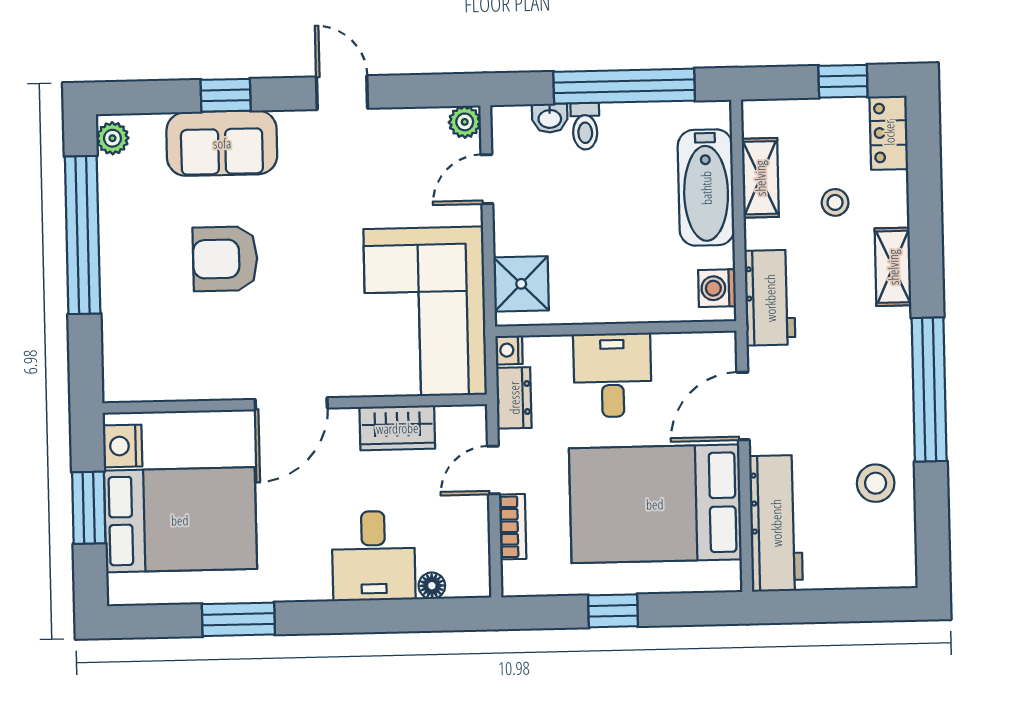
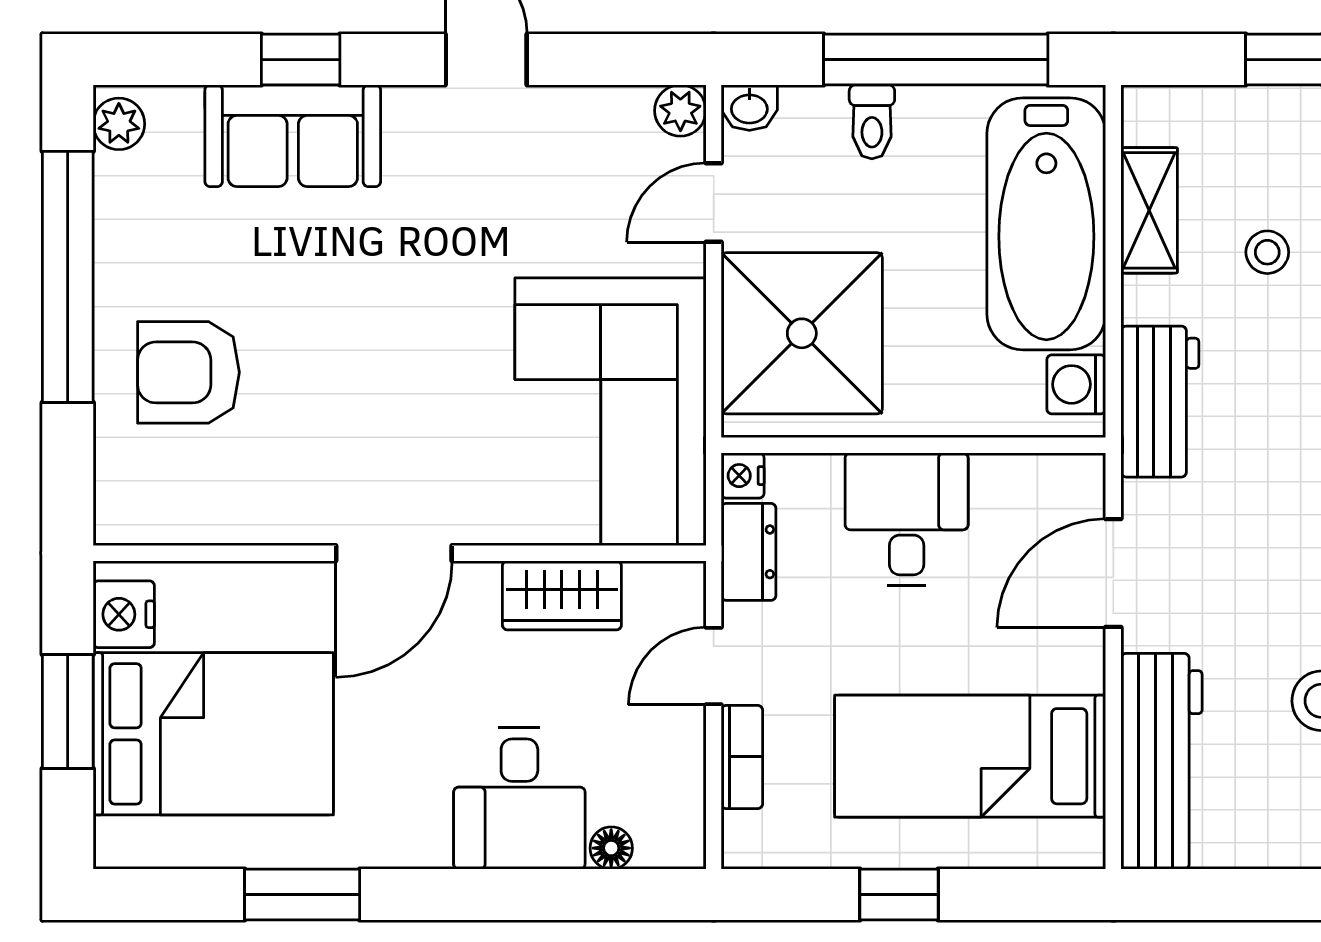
washbasin: (550, 118) -> (749, 108), moved
bathtub: (706, 188) -> (1046, 224), width x1.36, depth x1.36
armchair: (225, 259) -> (188, 372), moved
shower: (521, 284) -> (802, 333), width x1.86, depth x1.86
bed: (655, 504) -> (970, 756), width x0.67

